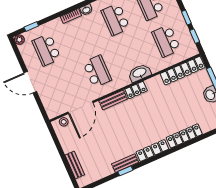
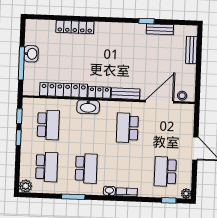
school desk: (46, 50) -> (165, 171), turned 180
locker: (183, 71) -> (64, 90), moved
locker: (152, 151) -> (112, 28), removed
bench: (125, 163) -> (160, 29), moved

